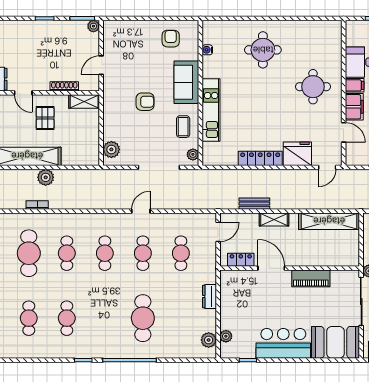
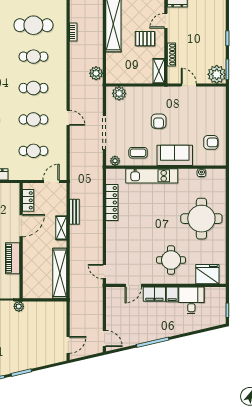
plant: (93, 26) -> (217, 74), width x1.87, depth x1.87
round table: (263, 50) -> (201, 219), width x1.36, depth x1.36
fridge: (297, 154) -> (207, 274), moved, turned -90
locker: (260, 158) -> (112, 203), moved
plant: (46, 177) -> (96, 73), moved
door: (218, 232) -> (51, 182), swing flipped

